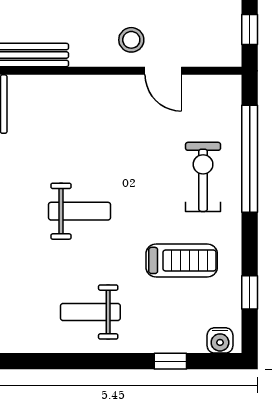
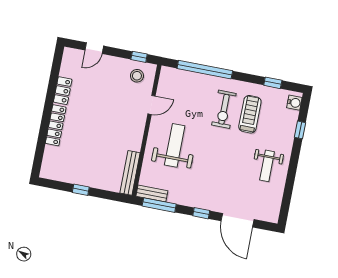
stool: (131, 40) -> (137, 76), moved
exercise bike: (203, 177) -> (224, 109), moved, turned -90
weight bench: (80, 211) -> (175, 145), moved, width x1.36, depth x1.33

